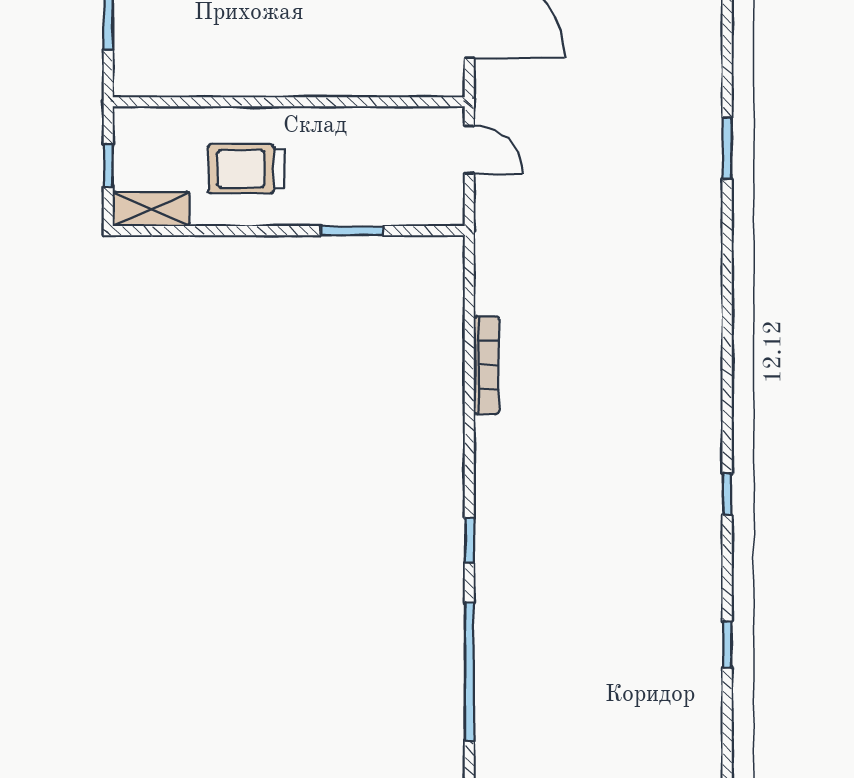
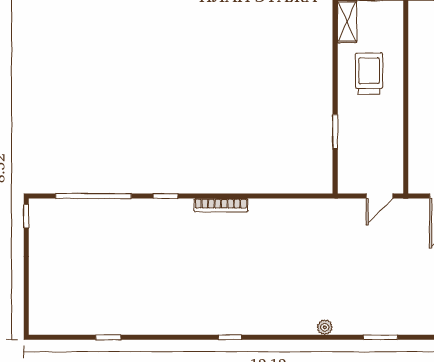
plant: (709, 249) -> (325, 327), added
bookcase: (486, 365) -> (221, 205), moved
window: (727, 494) -> (230, 337), moved

